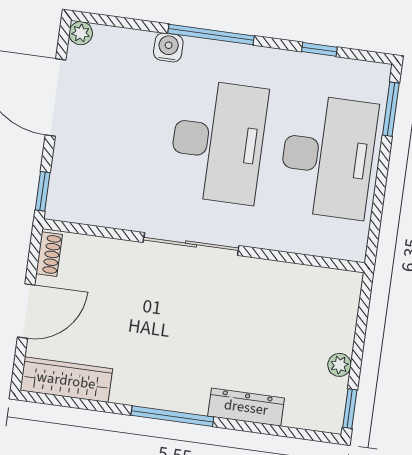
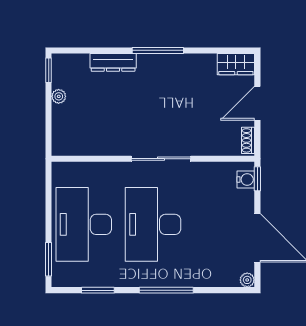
water cooler: (168, 47) -> (246, 180), moved, turned -90
window: (319, 49) -> (98, 290), width x1.50
wardrobe: (66, 380) -> (236, 64), width x0.67

